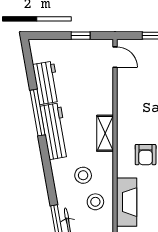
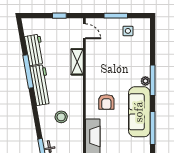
shelving: (105, 133) -> (77, 62), moved
stool: (95, 202) -> (70, 136), removed

